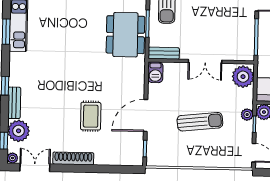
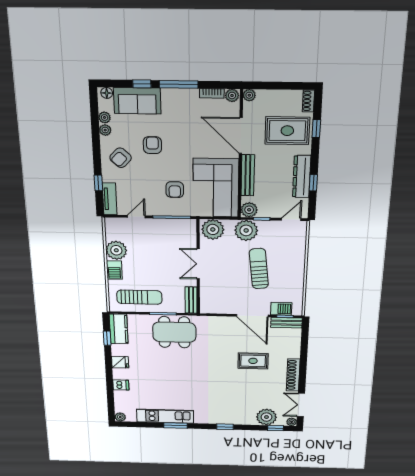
double door: (205, 61) -> (198, 264), swing flipped
barbecue: (155, 72) -> (281, 309), moved
bench: (14, 103) -> (286, 323), moved
plant: (247, 115) -> (246, 230), width x1.87, depth x1.87

